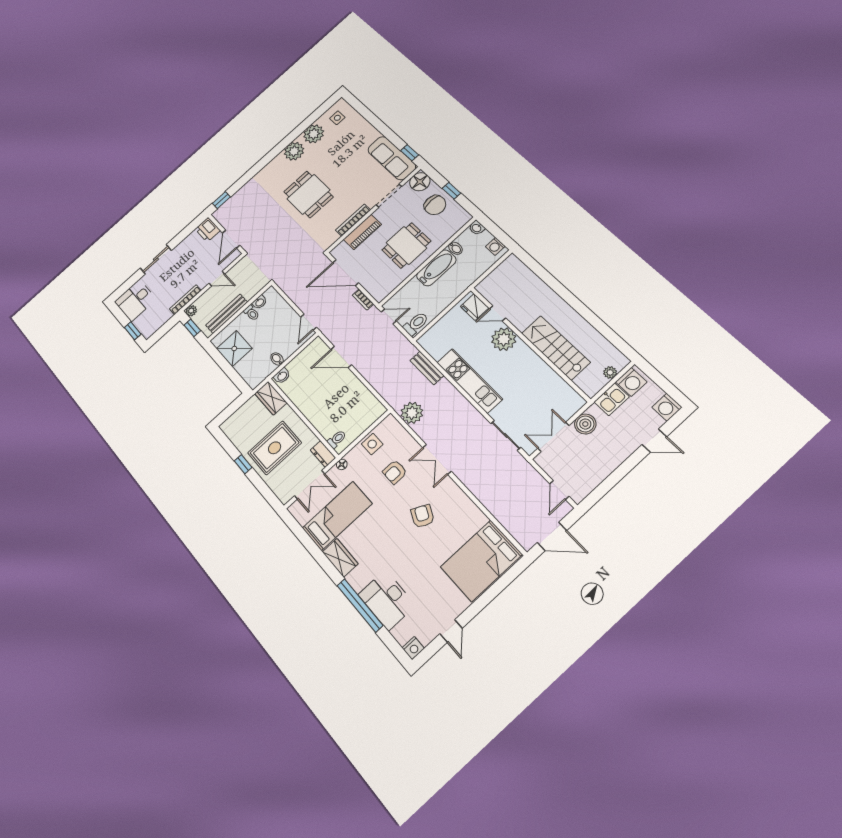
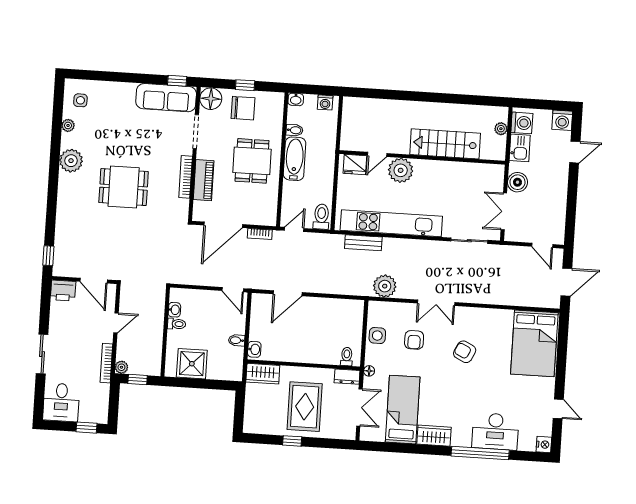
plant: (314, 134) -> (68, 125), width x0.53, depth x0.53
bench: (227, 314) -> (156, 343), removed
kitchen unit: (469, 381) -> (391, 223), width x1.36

